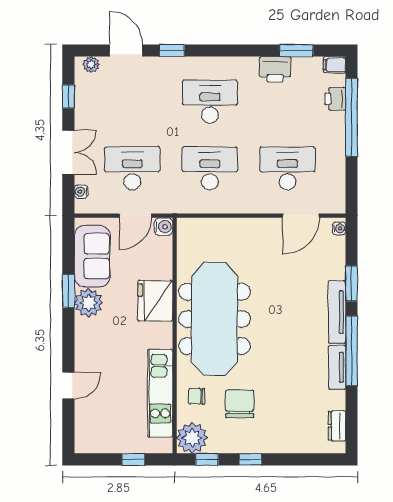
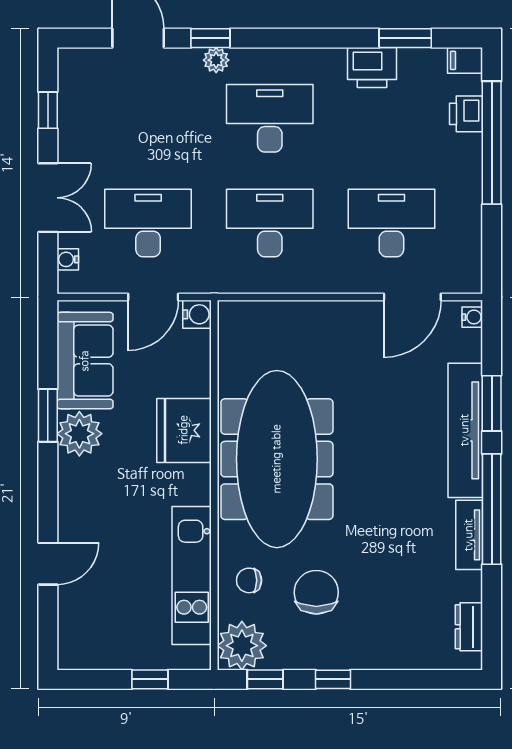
plant: (91, 65) -> (216, 60), moved
tv unit: (337, 312) -> (465, 430), width x1.36, depth x1.29

